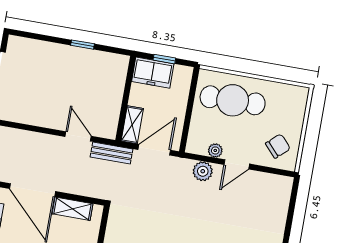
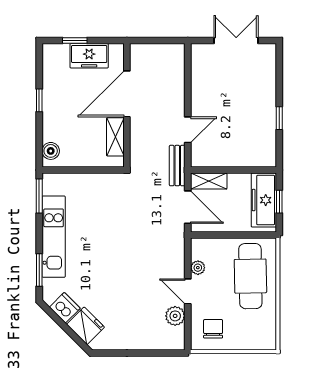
freezer: (153, 73) -> (264, 200), width x1.40
chair: (278, 146) -> (213, 329), turned -138
plant: (203, 171) -> (175, 316), moved

